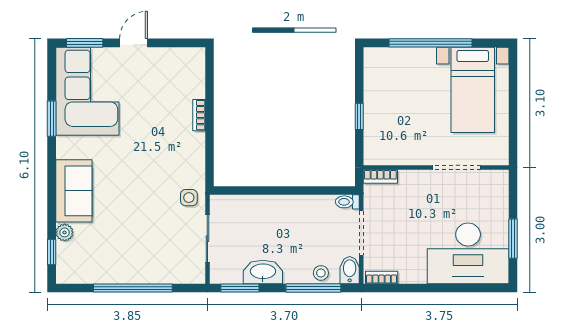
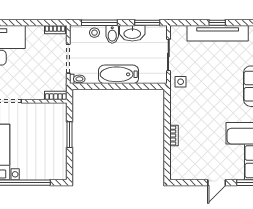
window: (359, 116) -> (70, 135), width x1.50
bathtub: (284, 209) -> (119, 74), added
bidet: (350, 270) -> (112, 34), moved
tv unit: (132, 272) -> (218, 33), added
window: (133, 288) -> (217, 23), width x0.32

